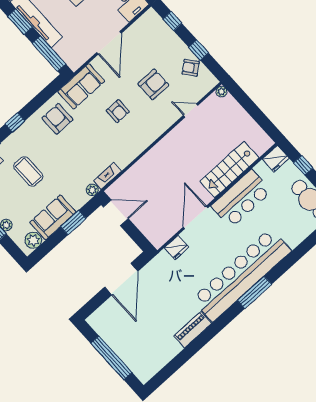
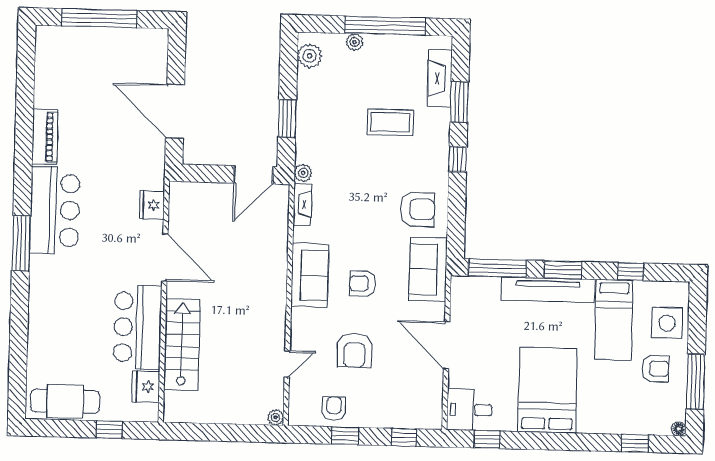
armchair: (191, 68) -> (334, 409), turned -51
fridge: (276, 159) -> (146, 387), moved
sofa: (53, 217) -> (310, 275), moved
bar counter: (242, 275) -> (55, 210), width x0.54

